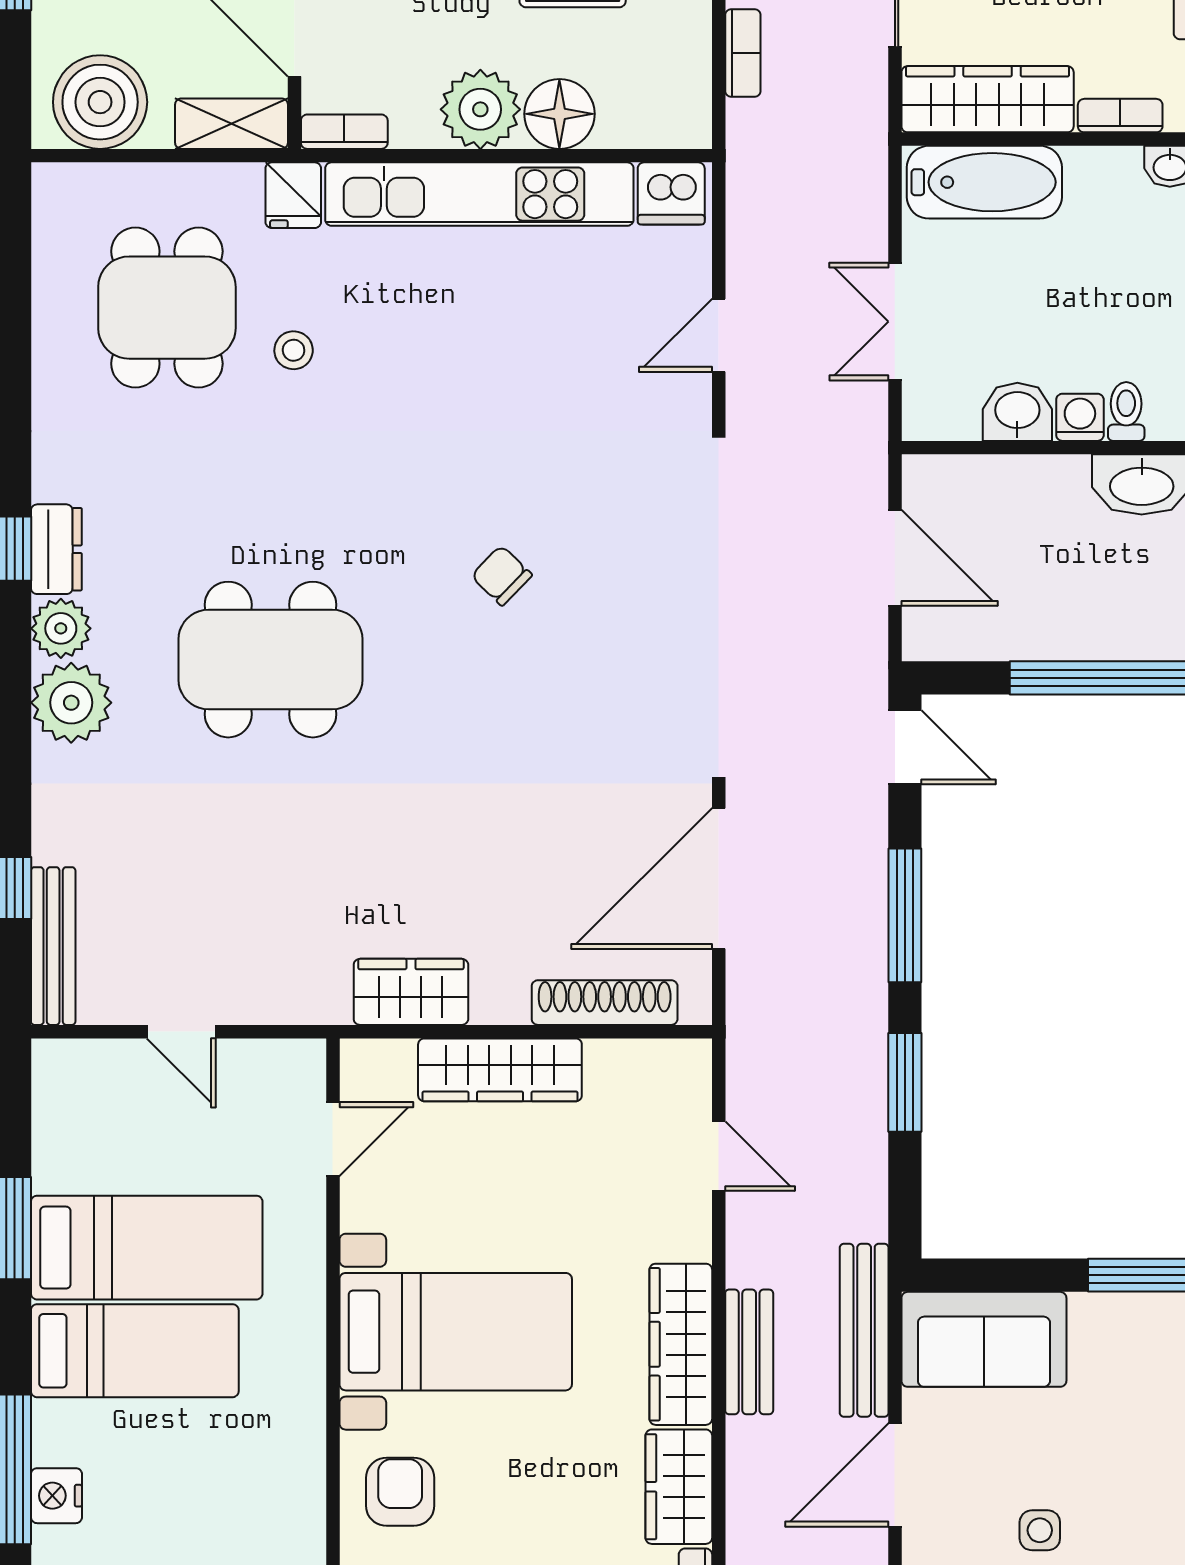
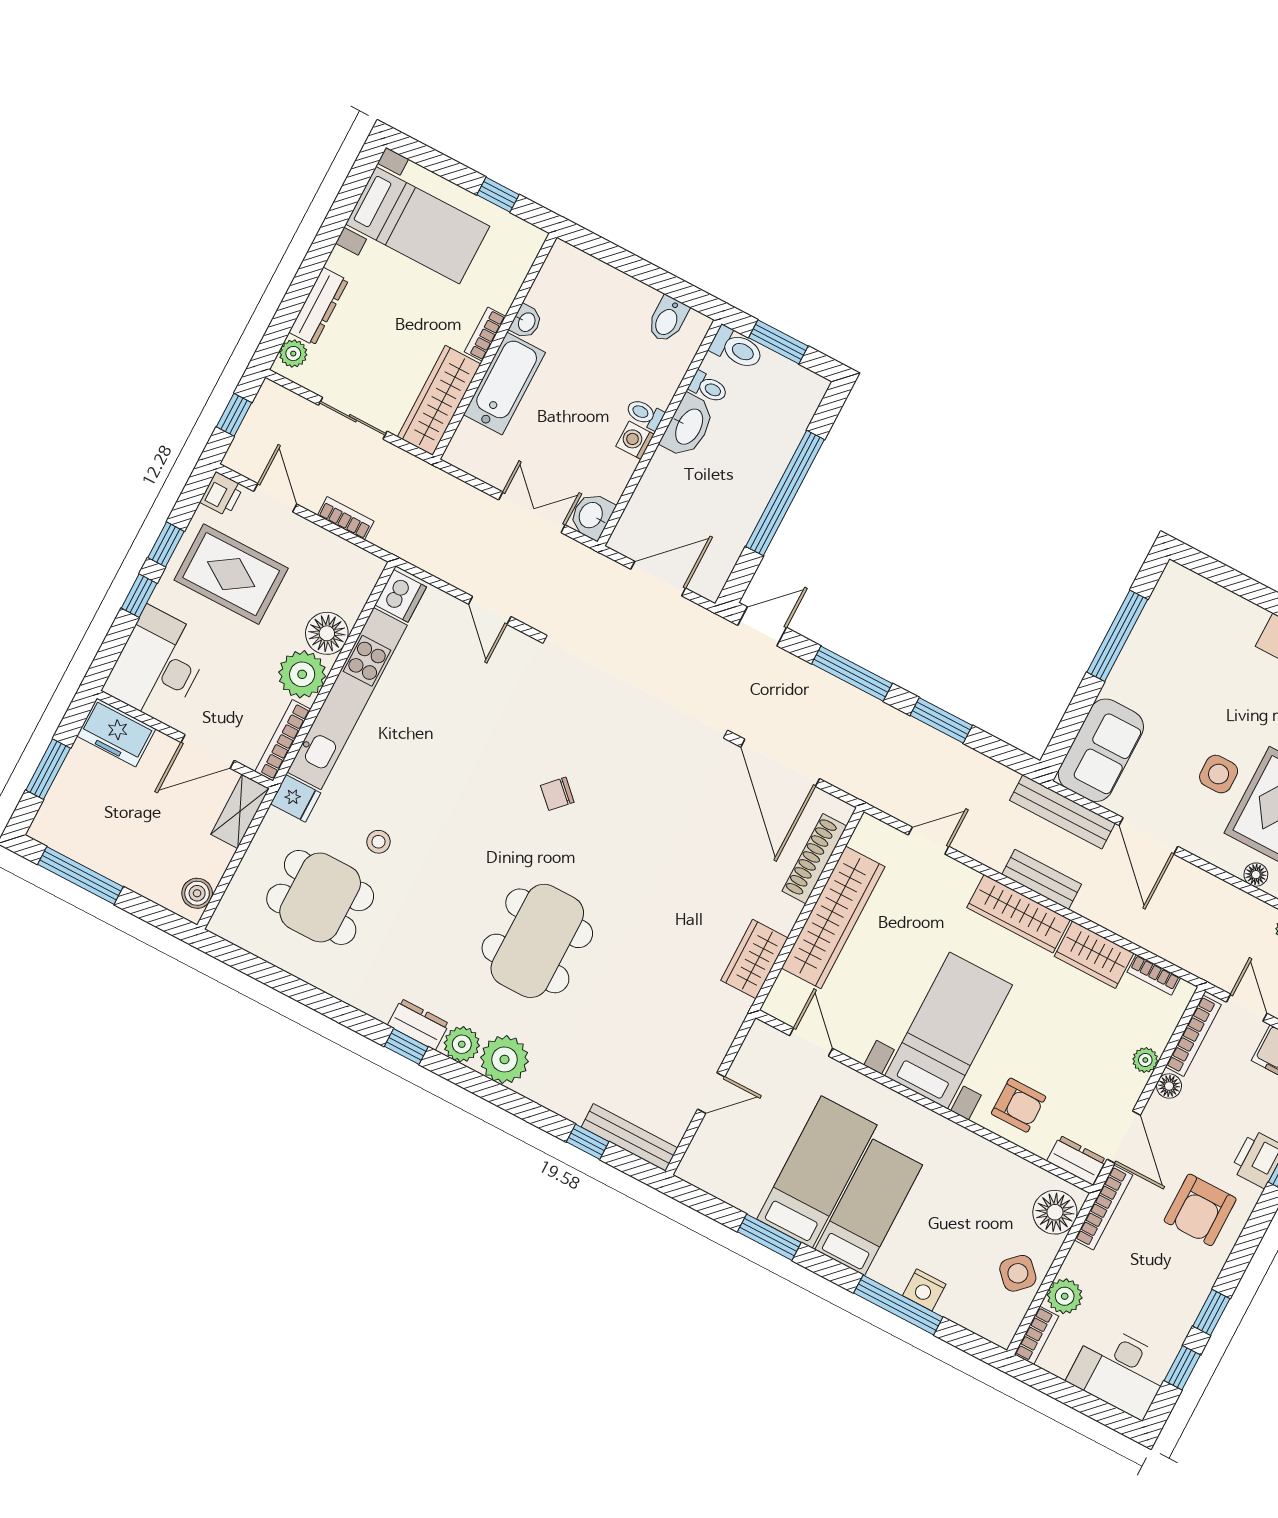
boiler: (100, 102) -> (197, 893), width x0.54, depth x0.54
bookcase: (344, 132) -> (283, 740), width x1.56
bathtub: (984, 182) -> (504, 384), moved
double door: (895, 322) -> (532, 512), swing flipped
washbasin: (1017, 412) -> (592, 516), moved
wardrobe: (500, 1070) -> (833, 917), width x1.40, depth x1.17
armchair: (400, 1492) -> (1019, 1105), turned 180
side table: (1040, 1530) -> (1219, 774), width x1.37, depth x1.37

